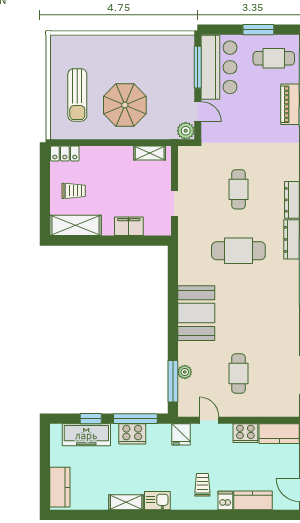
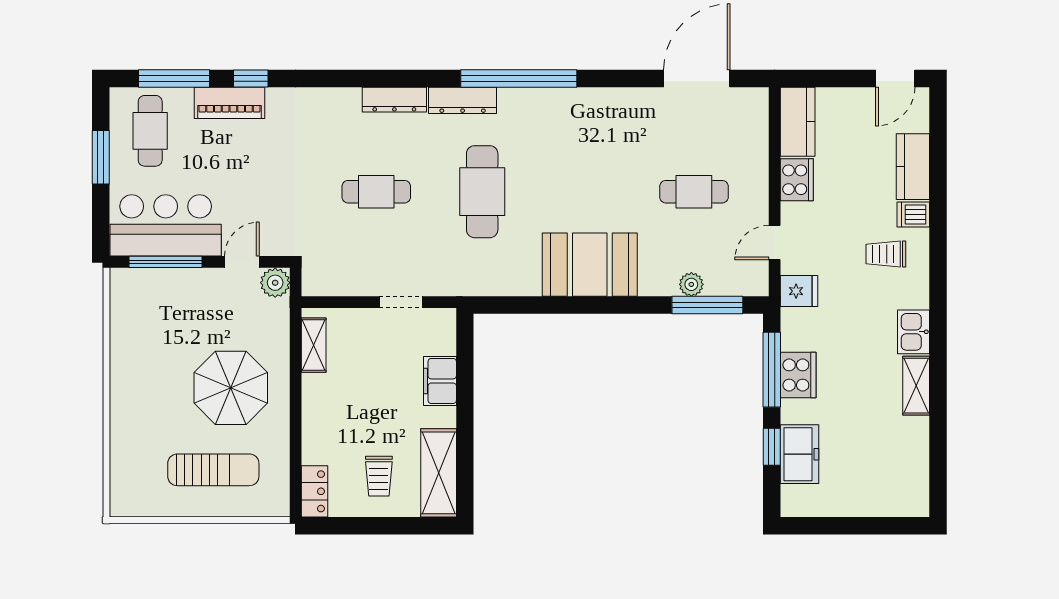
trolley: (74, 191) -> (379, 476), turned 180
freezer: (86, 435) -> (799, 454), width x0.71
kitchen counter: (60, 487) -> (890, 500), removed

